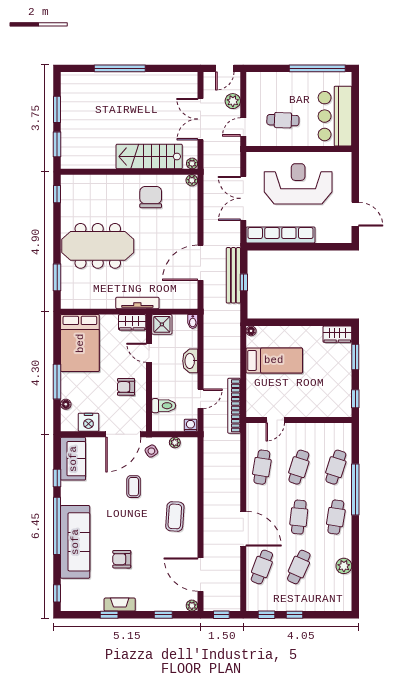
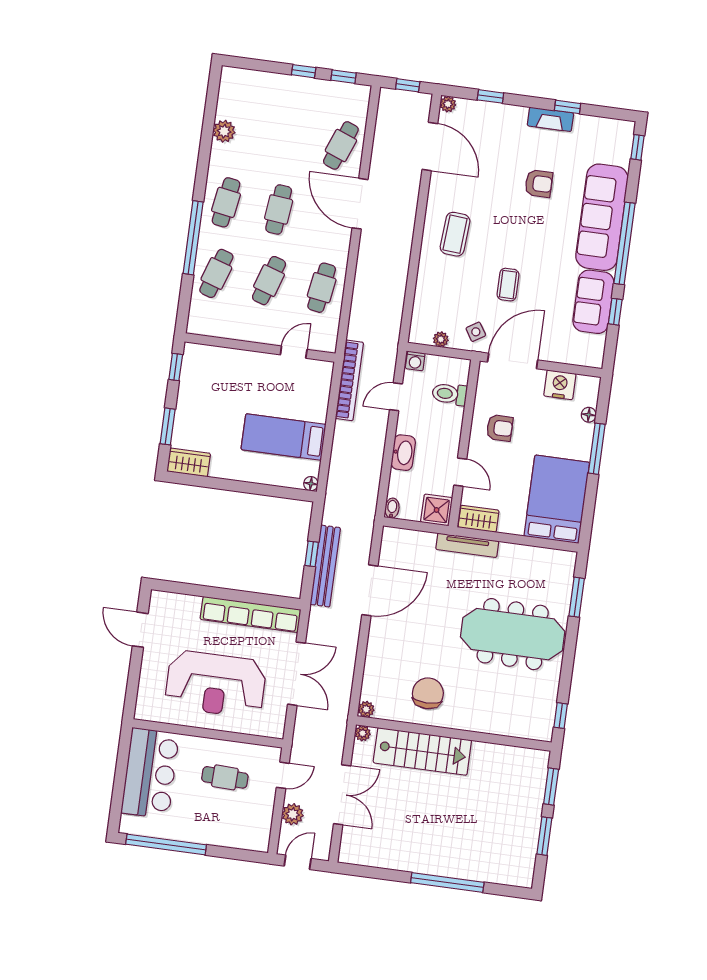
chair: (151, 197) -> (428, 693), turned 180
sofa: (73, 459) -> (593, 302), moved
cafe table: (299, 567) -> (288, 138), removed

